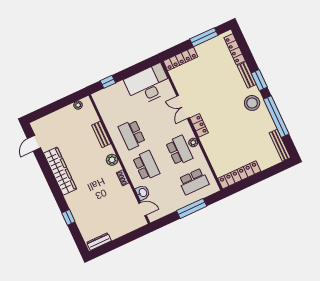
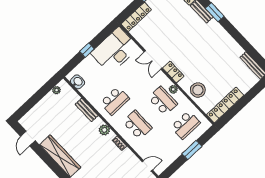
window: (108, 82) -> (87, 50), moved
stool: (252, 103) -> (198, 90), moved
window: (276, 117) -> (241, 40), removed
school desk: (132, 135) -> (115, 101), turned -90
washbasin: (143, 193) -> (77, 82), moved
window: (192, 208) -> (192, 150), width x0.69

